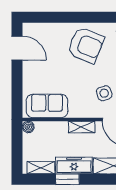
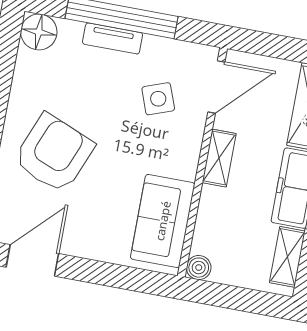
armchair: (86, 45) -> (54, 153), moved

